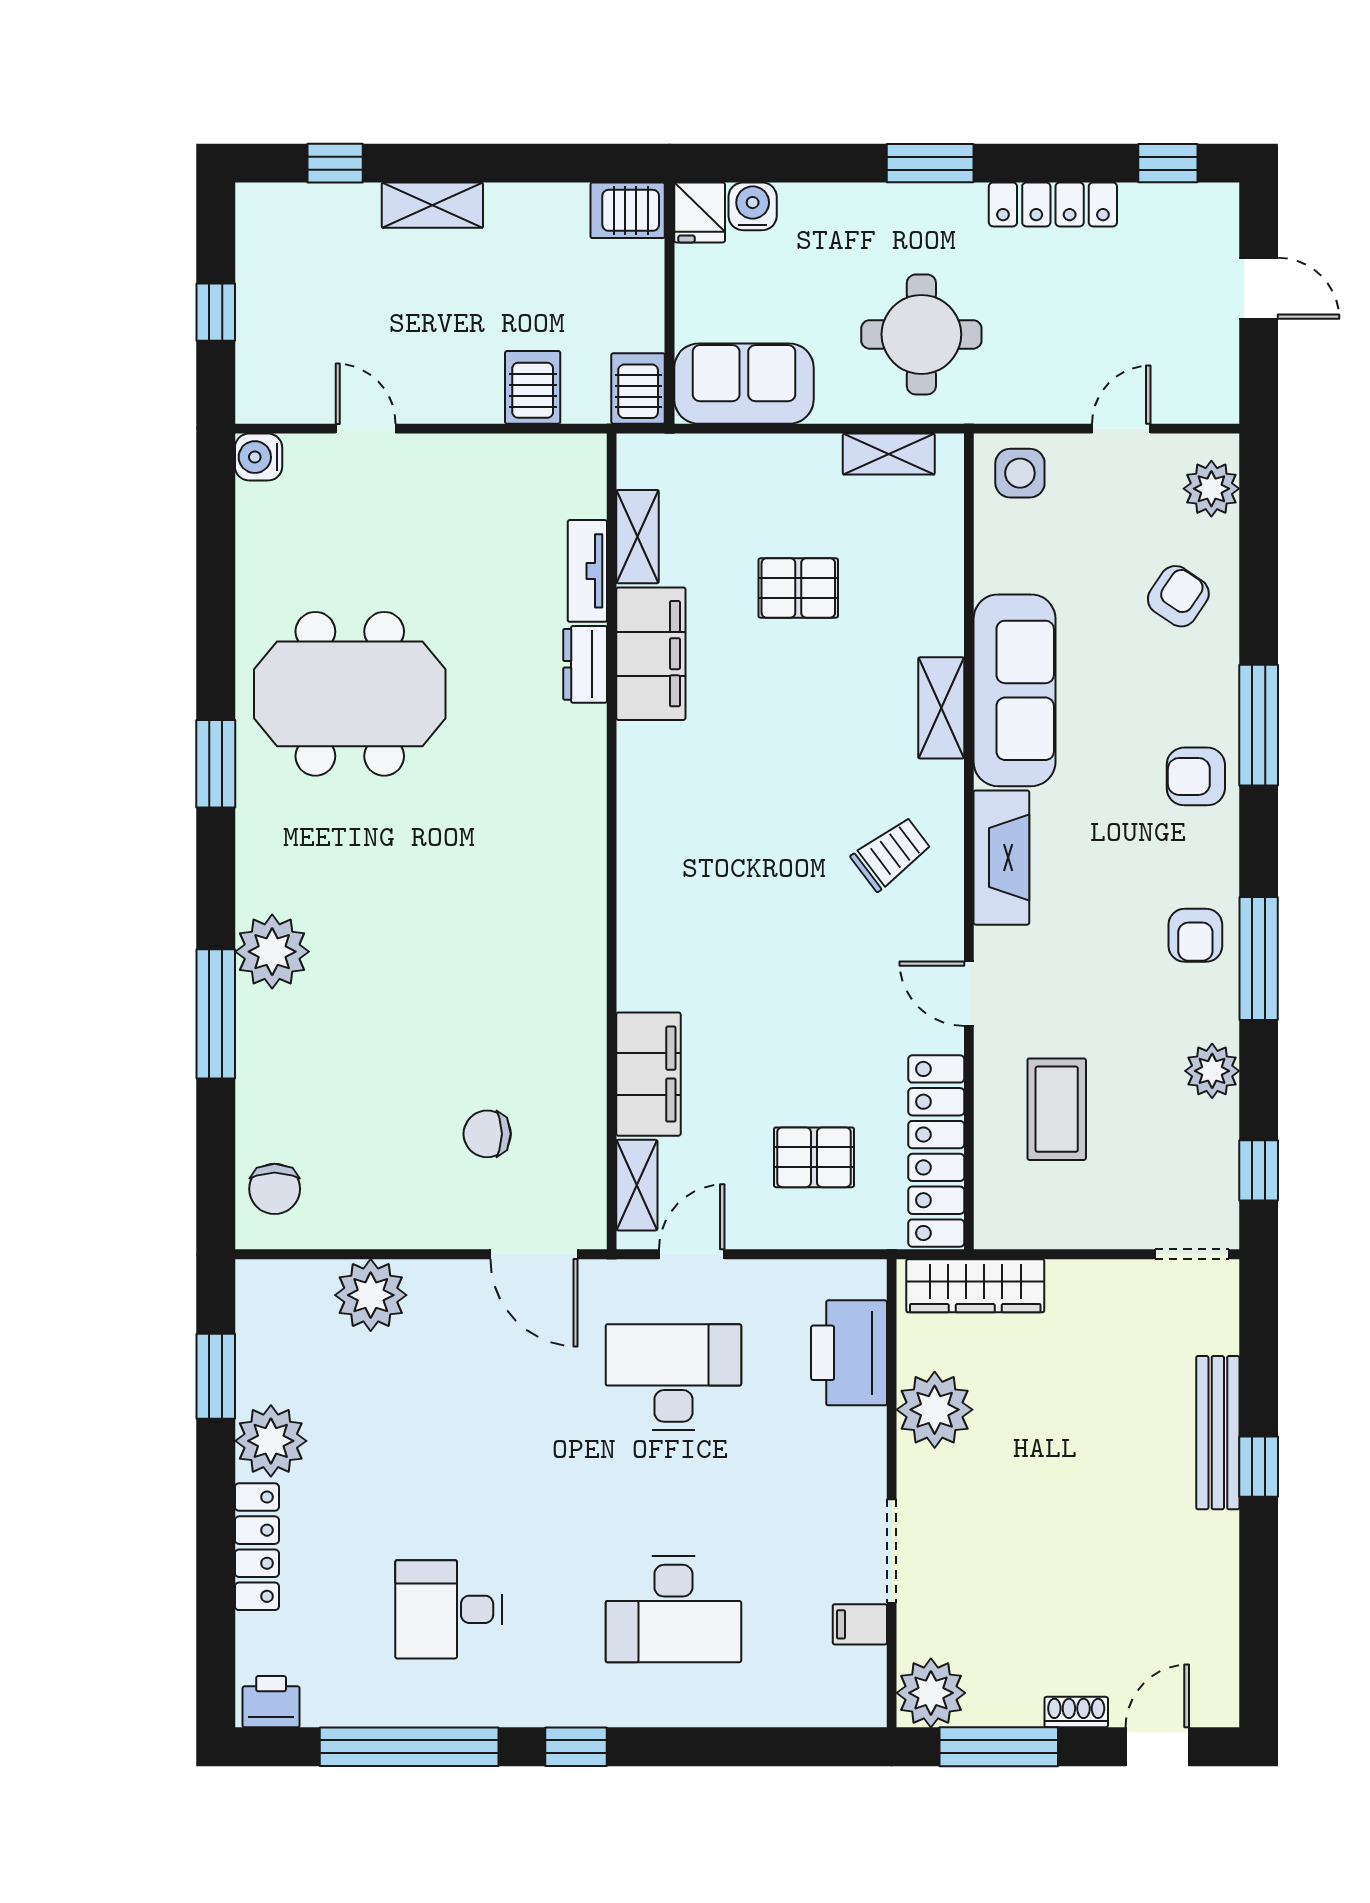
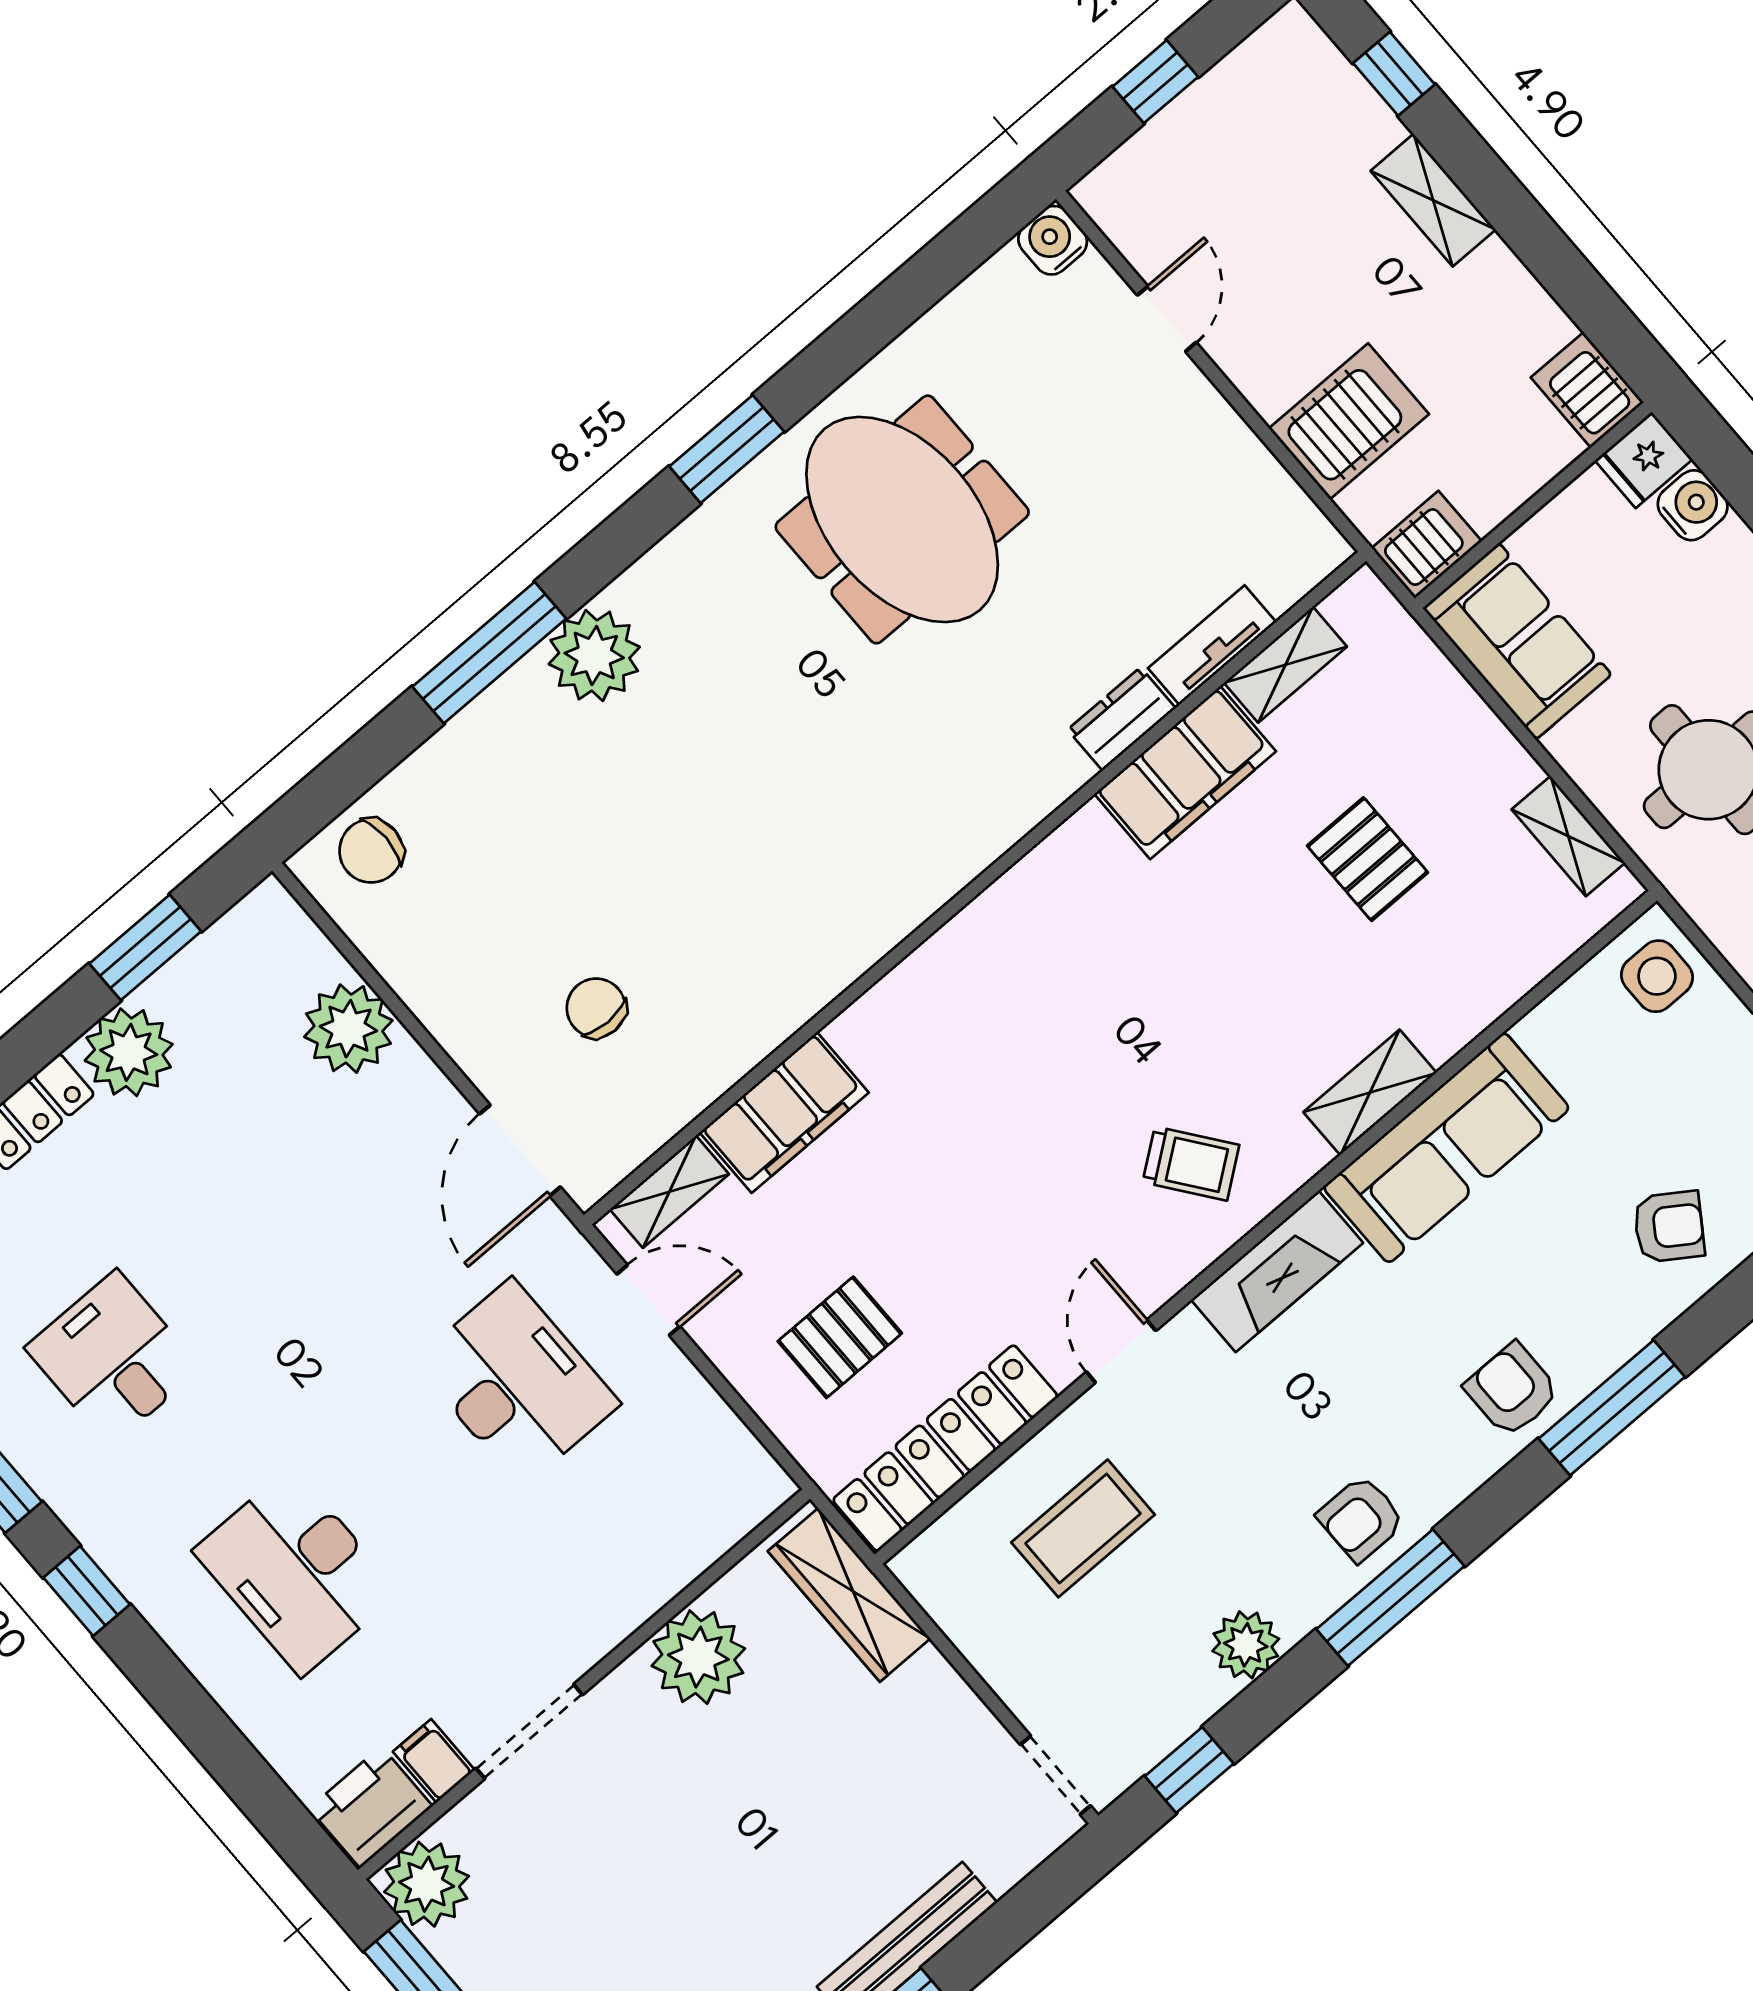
server rack: (533, 387) -> (1349, 421), width x1.36, depth x1.44
pallet: (814, 1157) -> (840, 1337), turned 90
printer: (849, 1353) -> (371, 1807), moved, width x0.73, depth x0.84

